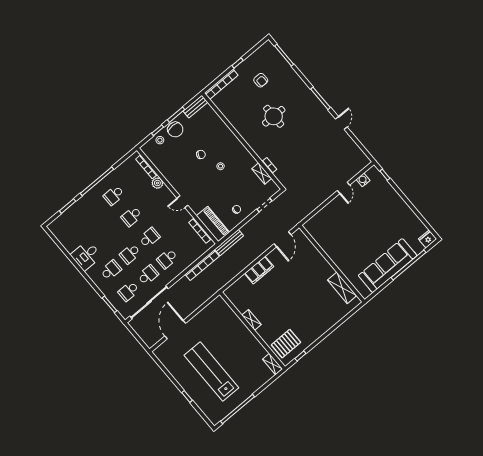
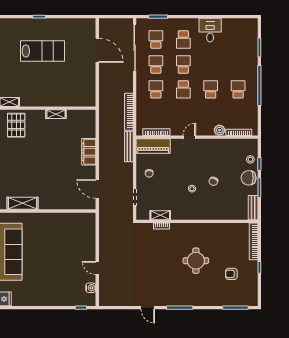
school desk: (148, 275) -> (156, 64), turned 180
lab bench: (211, 372) -> (42, 51), width x0.73

